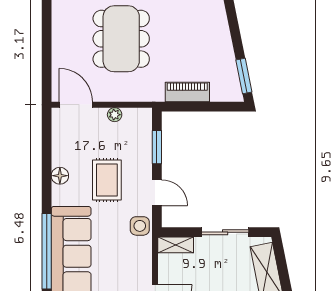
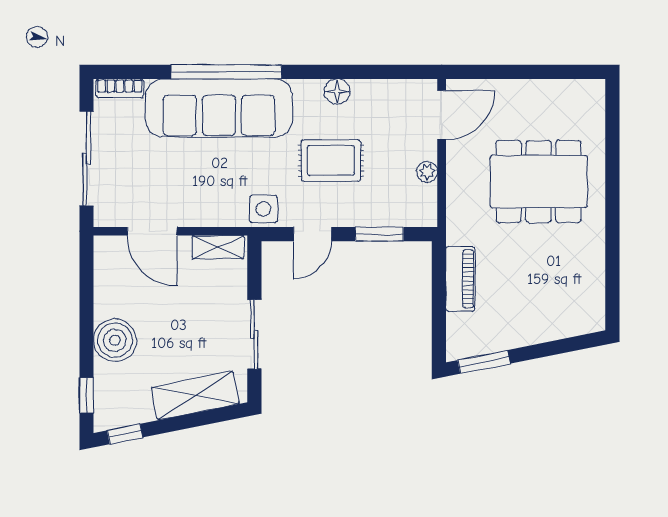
shelving: (176, 245) -> (218, 247), moved, turned 90

